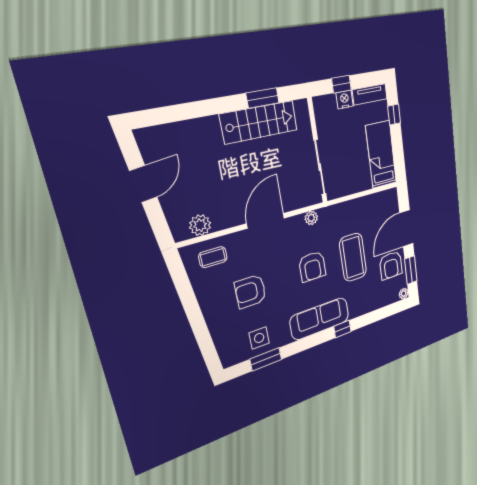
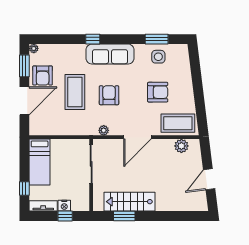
coffee table: (213, 257) -> (178, 123), width x1.86, depth x1.72
armchair: (391, 265) -> (43, 75), turned 180

